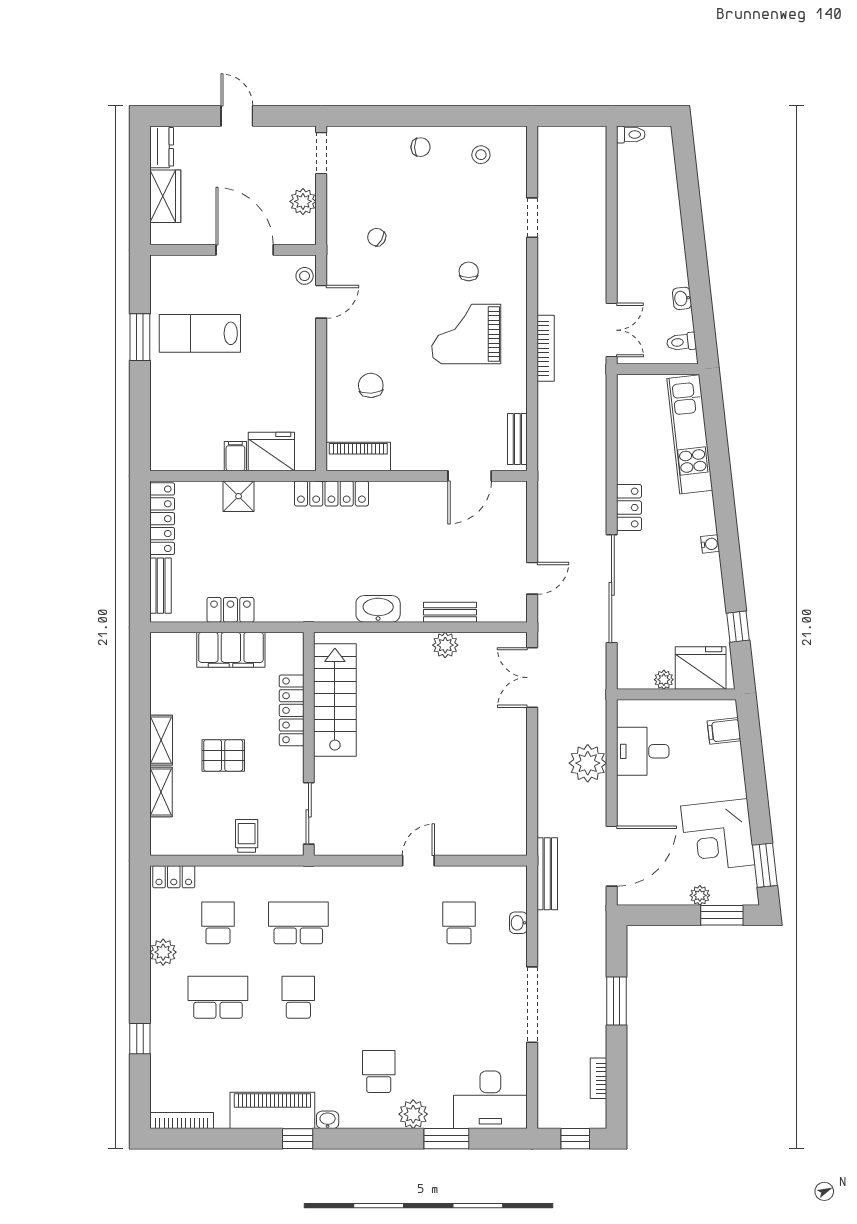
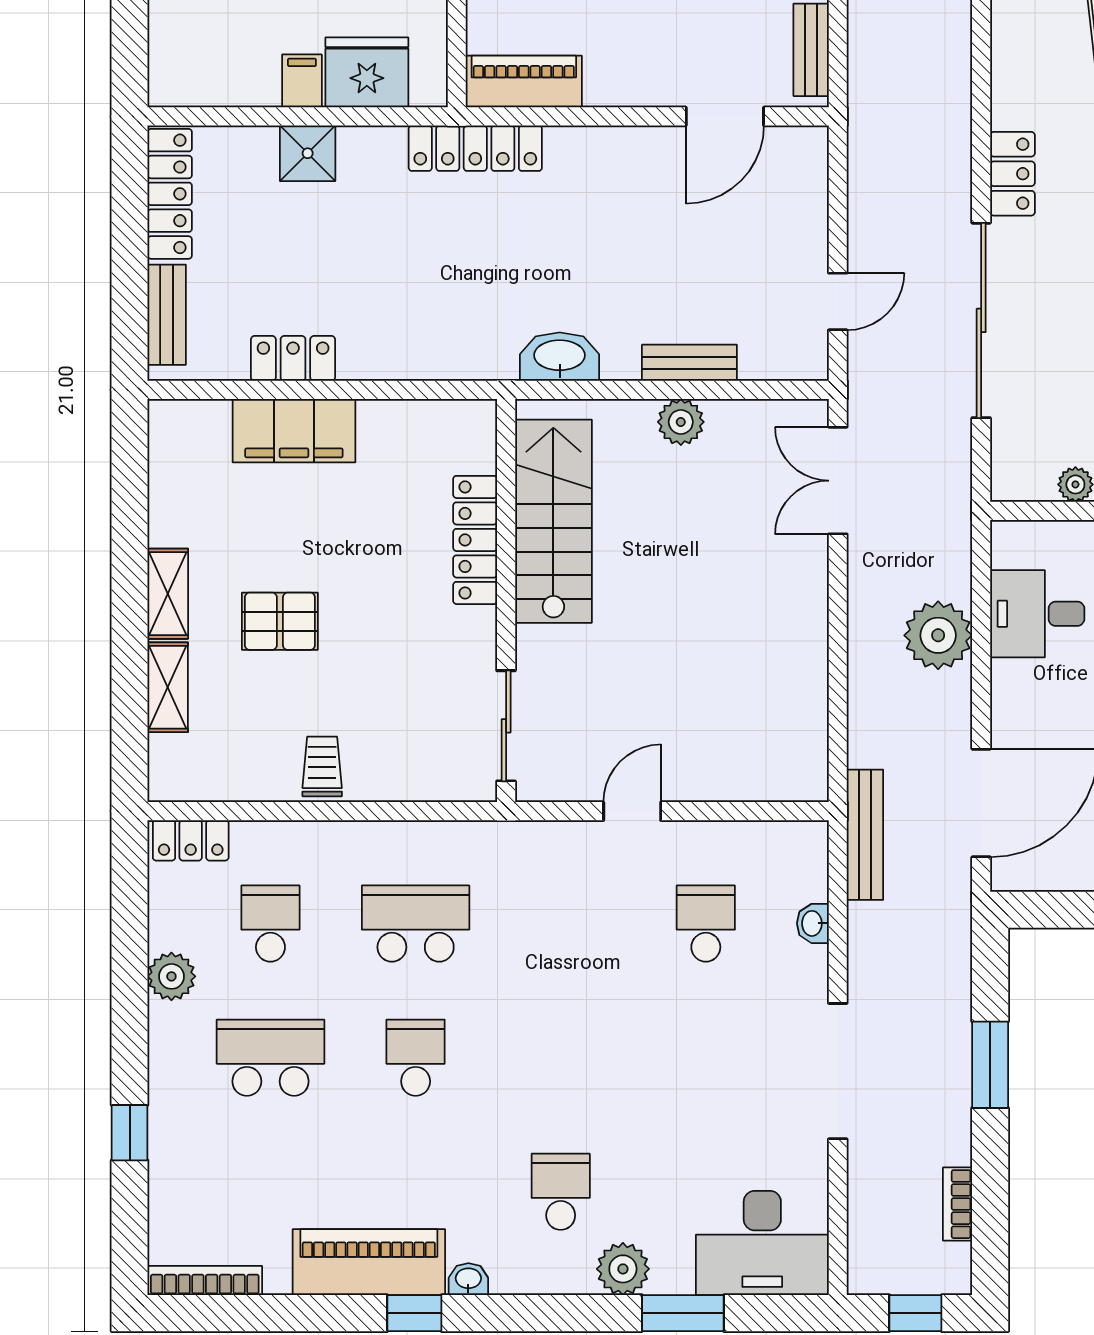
stairs: (335, 700) -> (553, 521), moved
locker: (292, 710) -> (475, 540), moved
wall: (309, 744) -> (506, 601), moved
sliding door: (309, 813) -> (506, 726), moved

